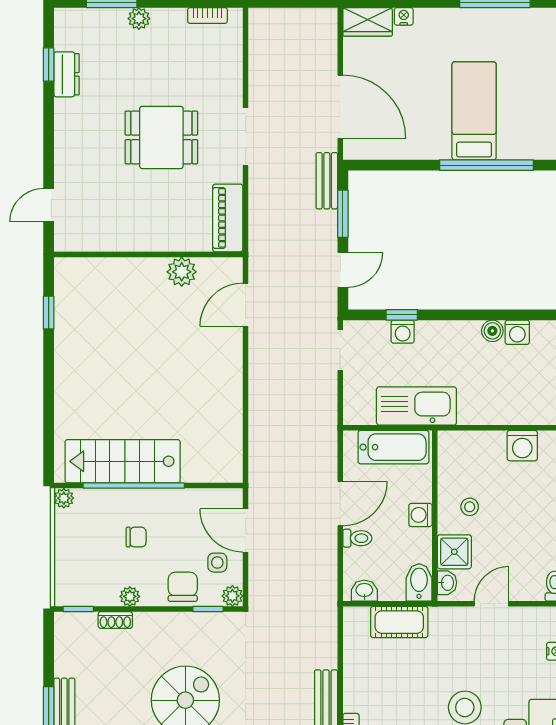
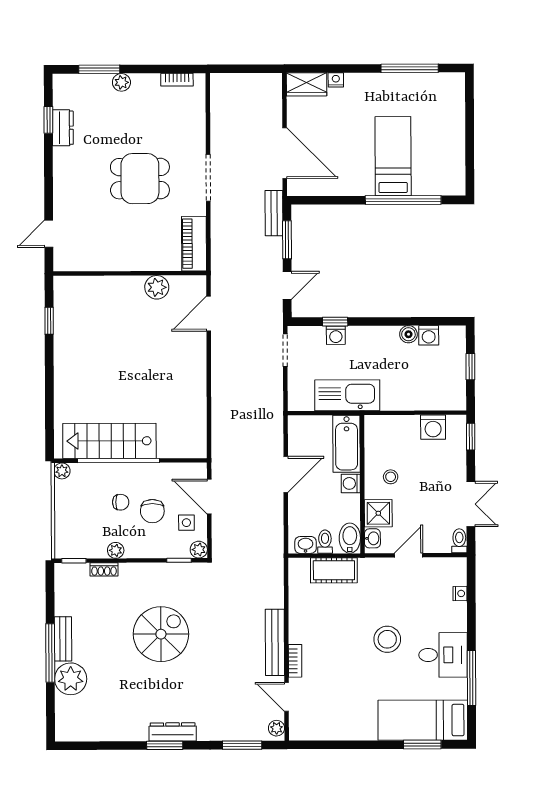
bathtub: (393, 447) -> (347, 444), moved, turned 90
toilet: (357, 538) -> (325, 542), moved, turned -90
chair: (183, 587) -> (152, 511), moved, turned 180

